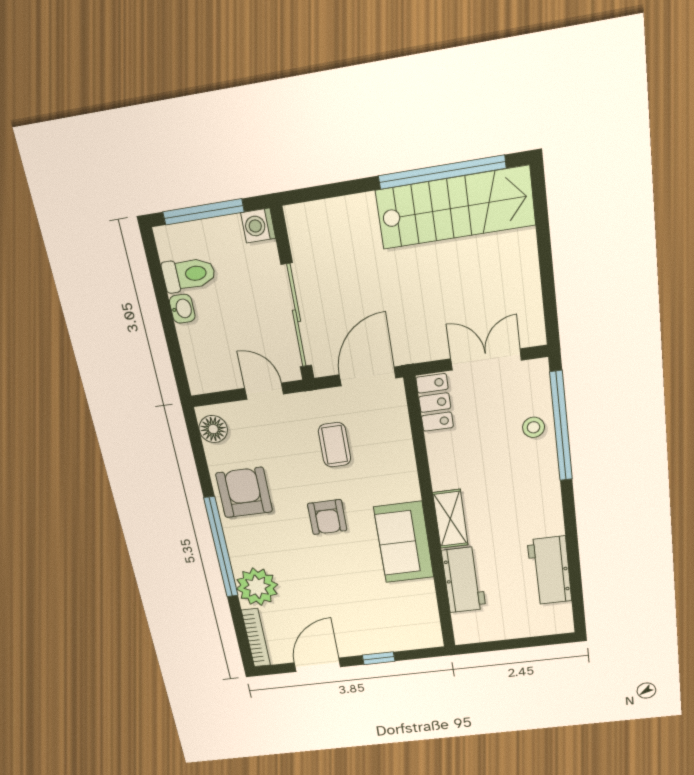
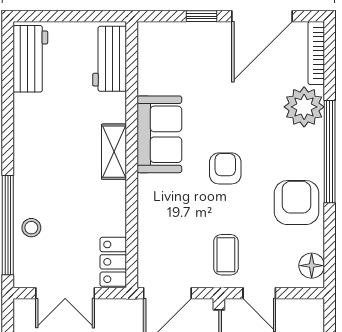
coffee table: (335, 445) -> (226, 255), moved
armchair: (244, 492) -> (297, 203), turned 180
workbench: (550, 571) -> (30, 59), moved
workbench: (464, 580) -> (110, 59), moved
door: (317, 665) -> (262, 16), width x1.36

